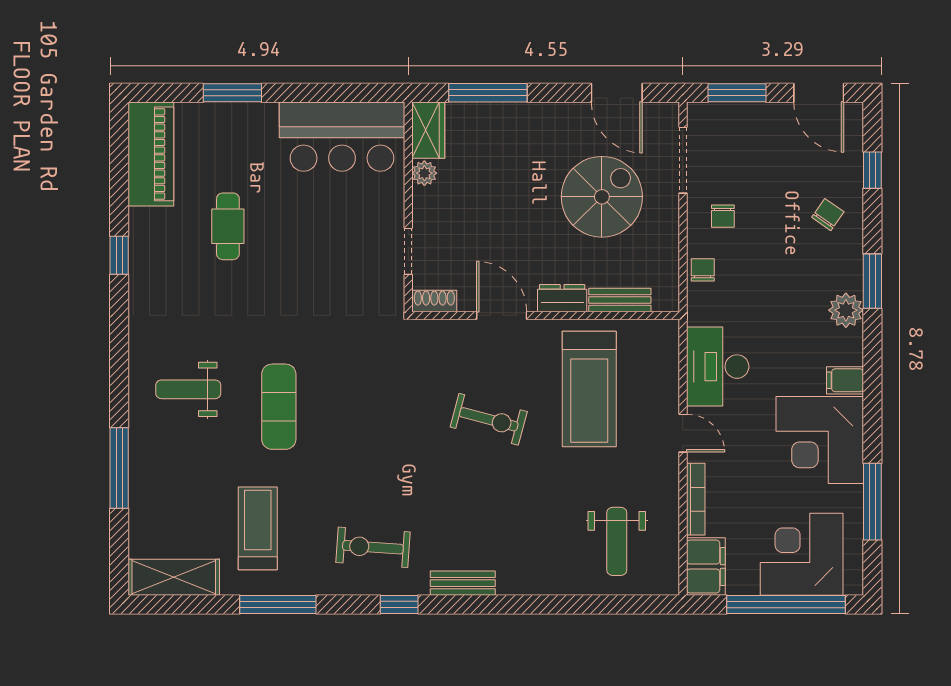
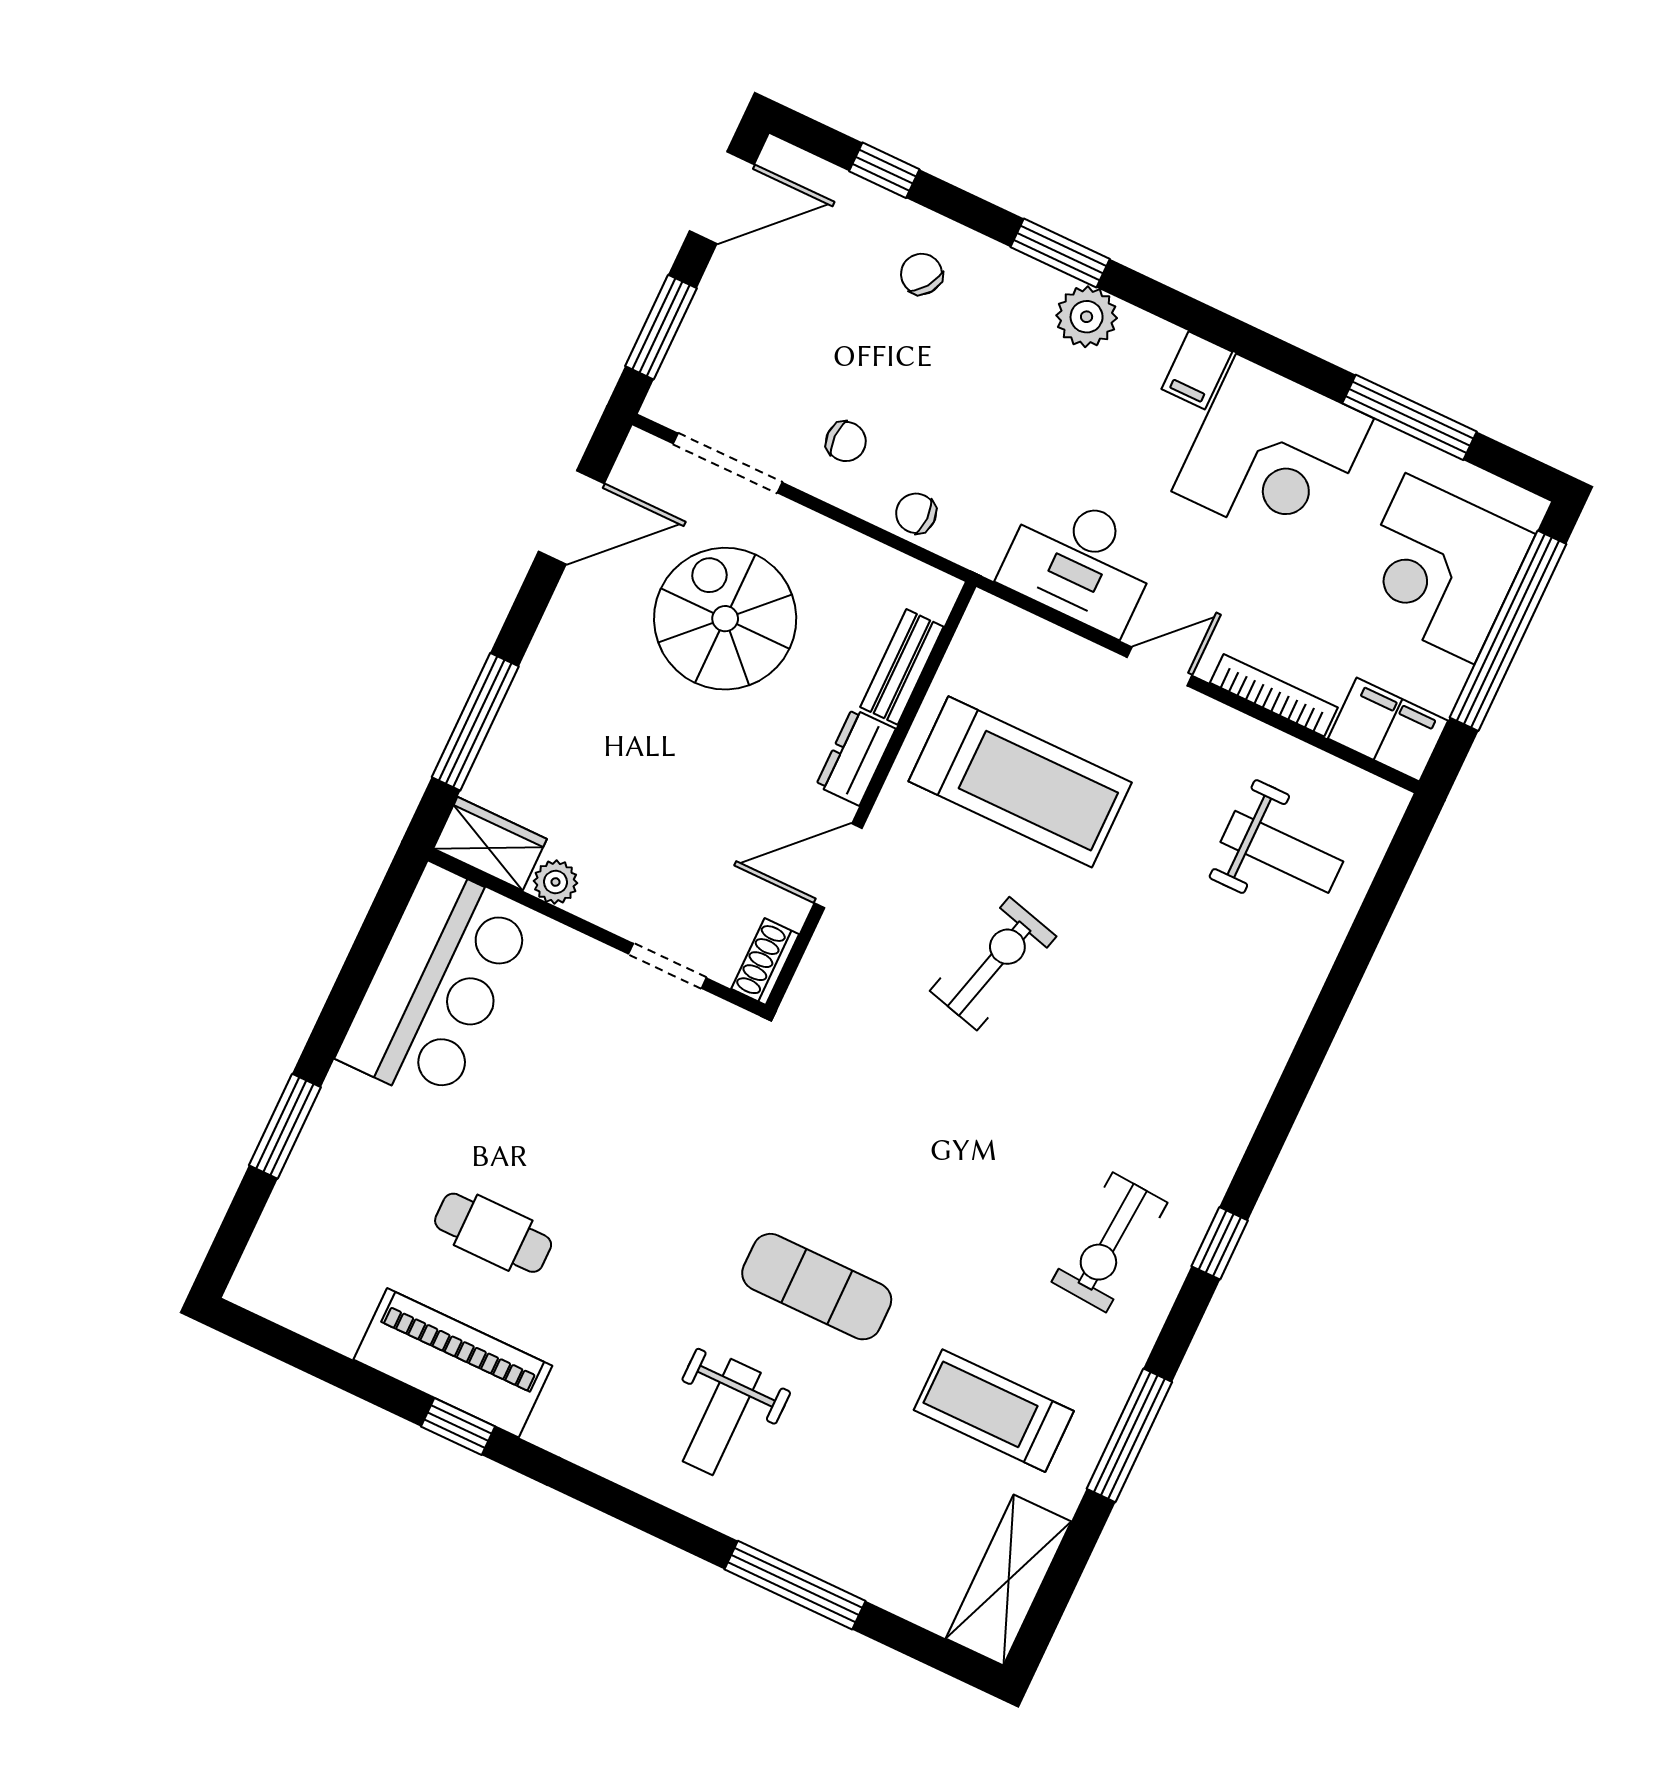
piano: (151, 154) -> (453, 1363), moved
bench: (463, 583) -> (1233, 1127), removed

